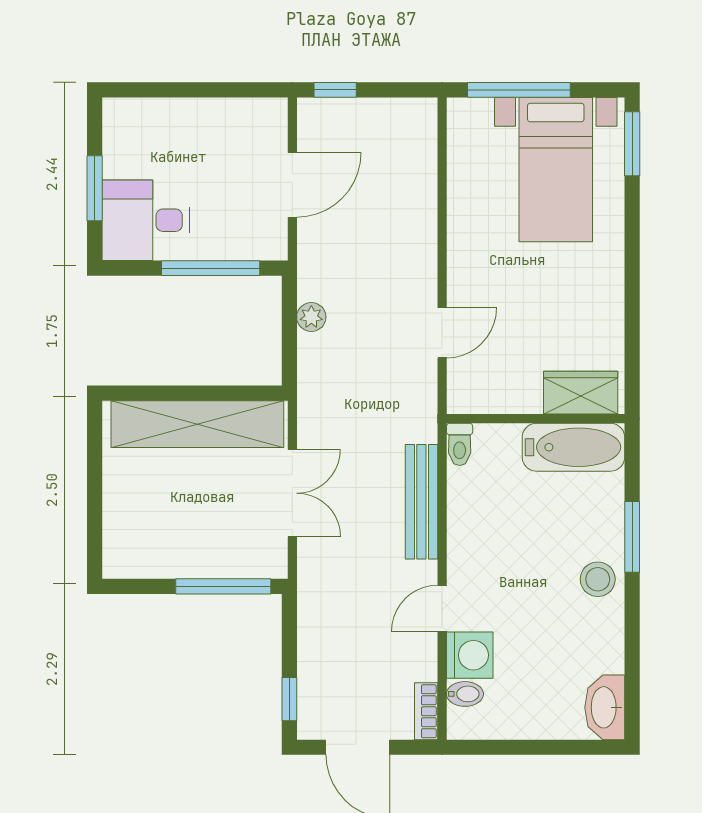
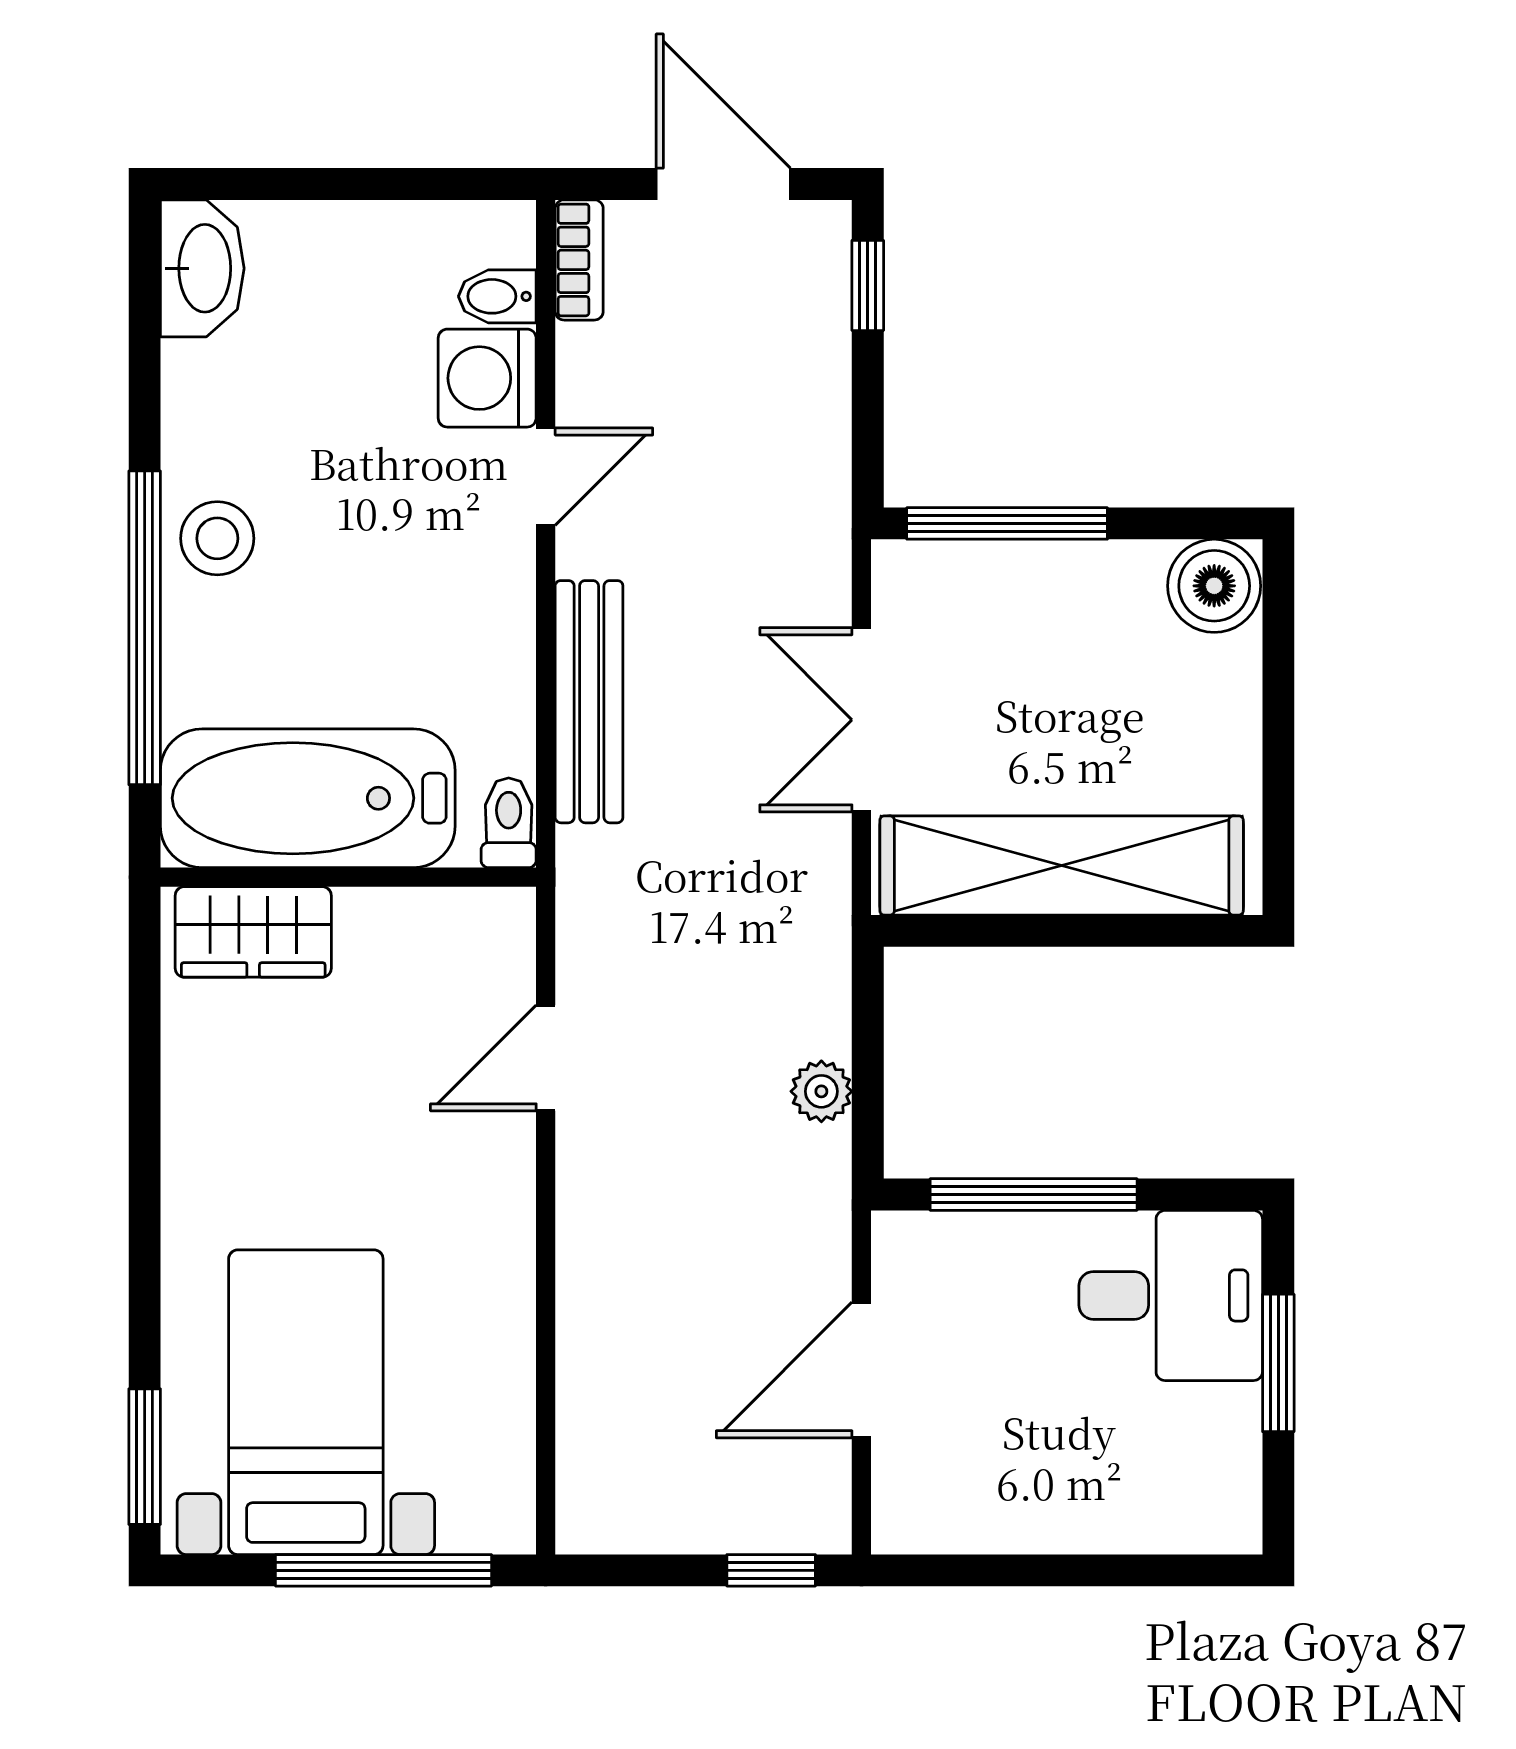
bathtub: (573, 447) -> (308, 798), width x1.36, depth x1.36
window: (632, 537) -> (145, 628), width x2.11
boiler: (125, 557) -> (1214, 586), added

